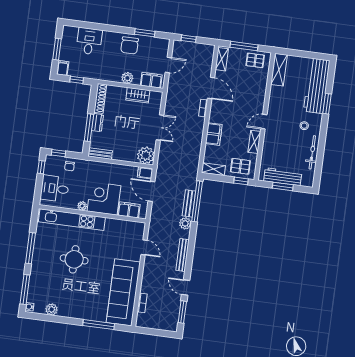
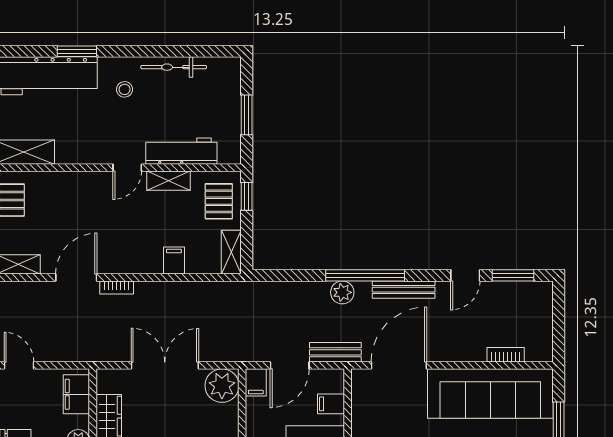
door: (168, 65) -> (19, 365), moved
door: (264, 122) -> (127, 168), hinge flipped
double door: (160, 127) -> (165, 365), width x1.37
filing cabinet: (214, 134) -> (174, 261), width x0.50
workbench: (283, 177) -> (181, 151), moved, turned 90
window: (197, 201) -> (365, 275), moved
bench: (189, 203) -> (335, 352), moved
filing cabinet: (129, 210) -> (331, 404), width x0.50
door: (144, 247) -> (399, 365), width x1.87

